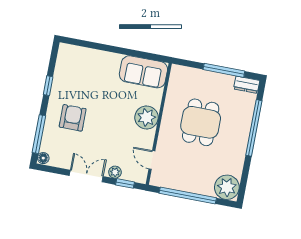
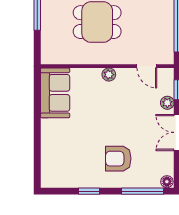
plant: (147, 117) -> (109, 75), width x0.53, depth x0.53
door: (152, 160) -> (147, 66), hinge flipped

